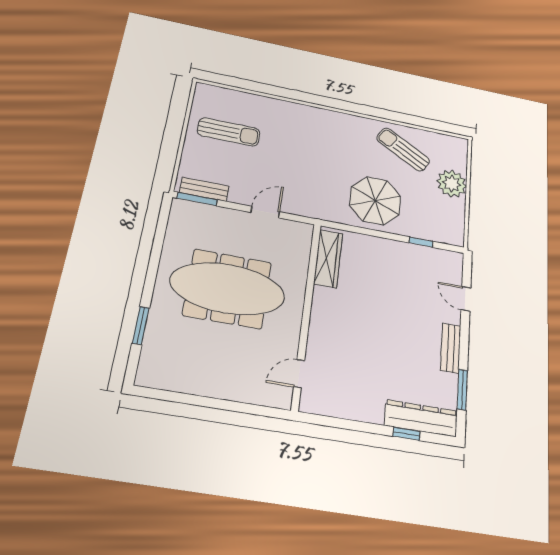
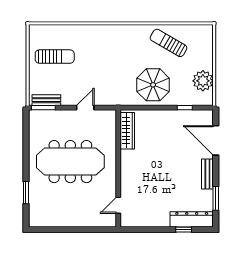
plant: (452, 184) -> (203, 81), moved
door: (466, 299) -> (216, 140), width x1.88

